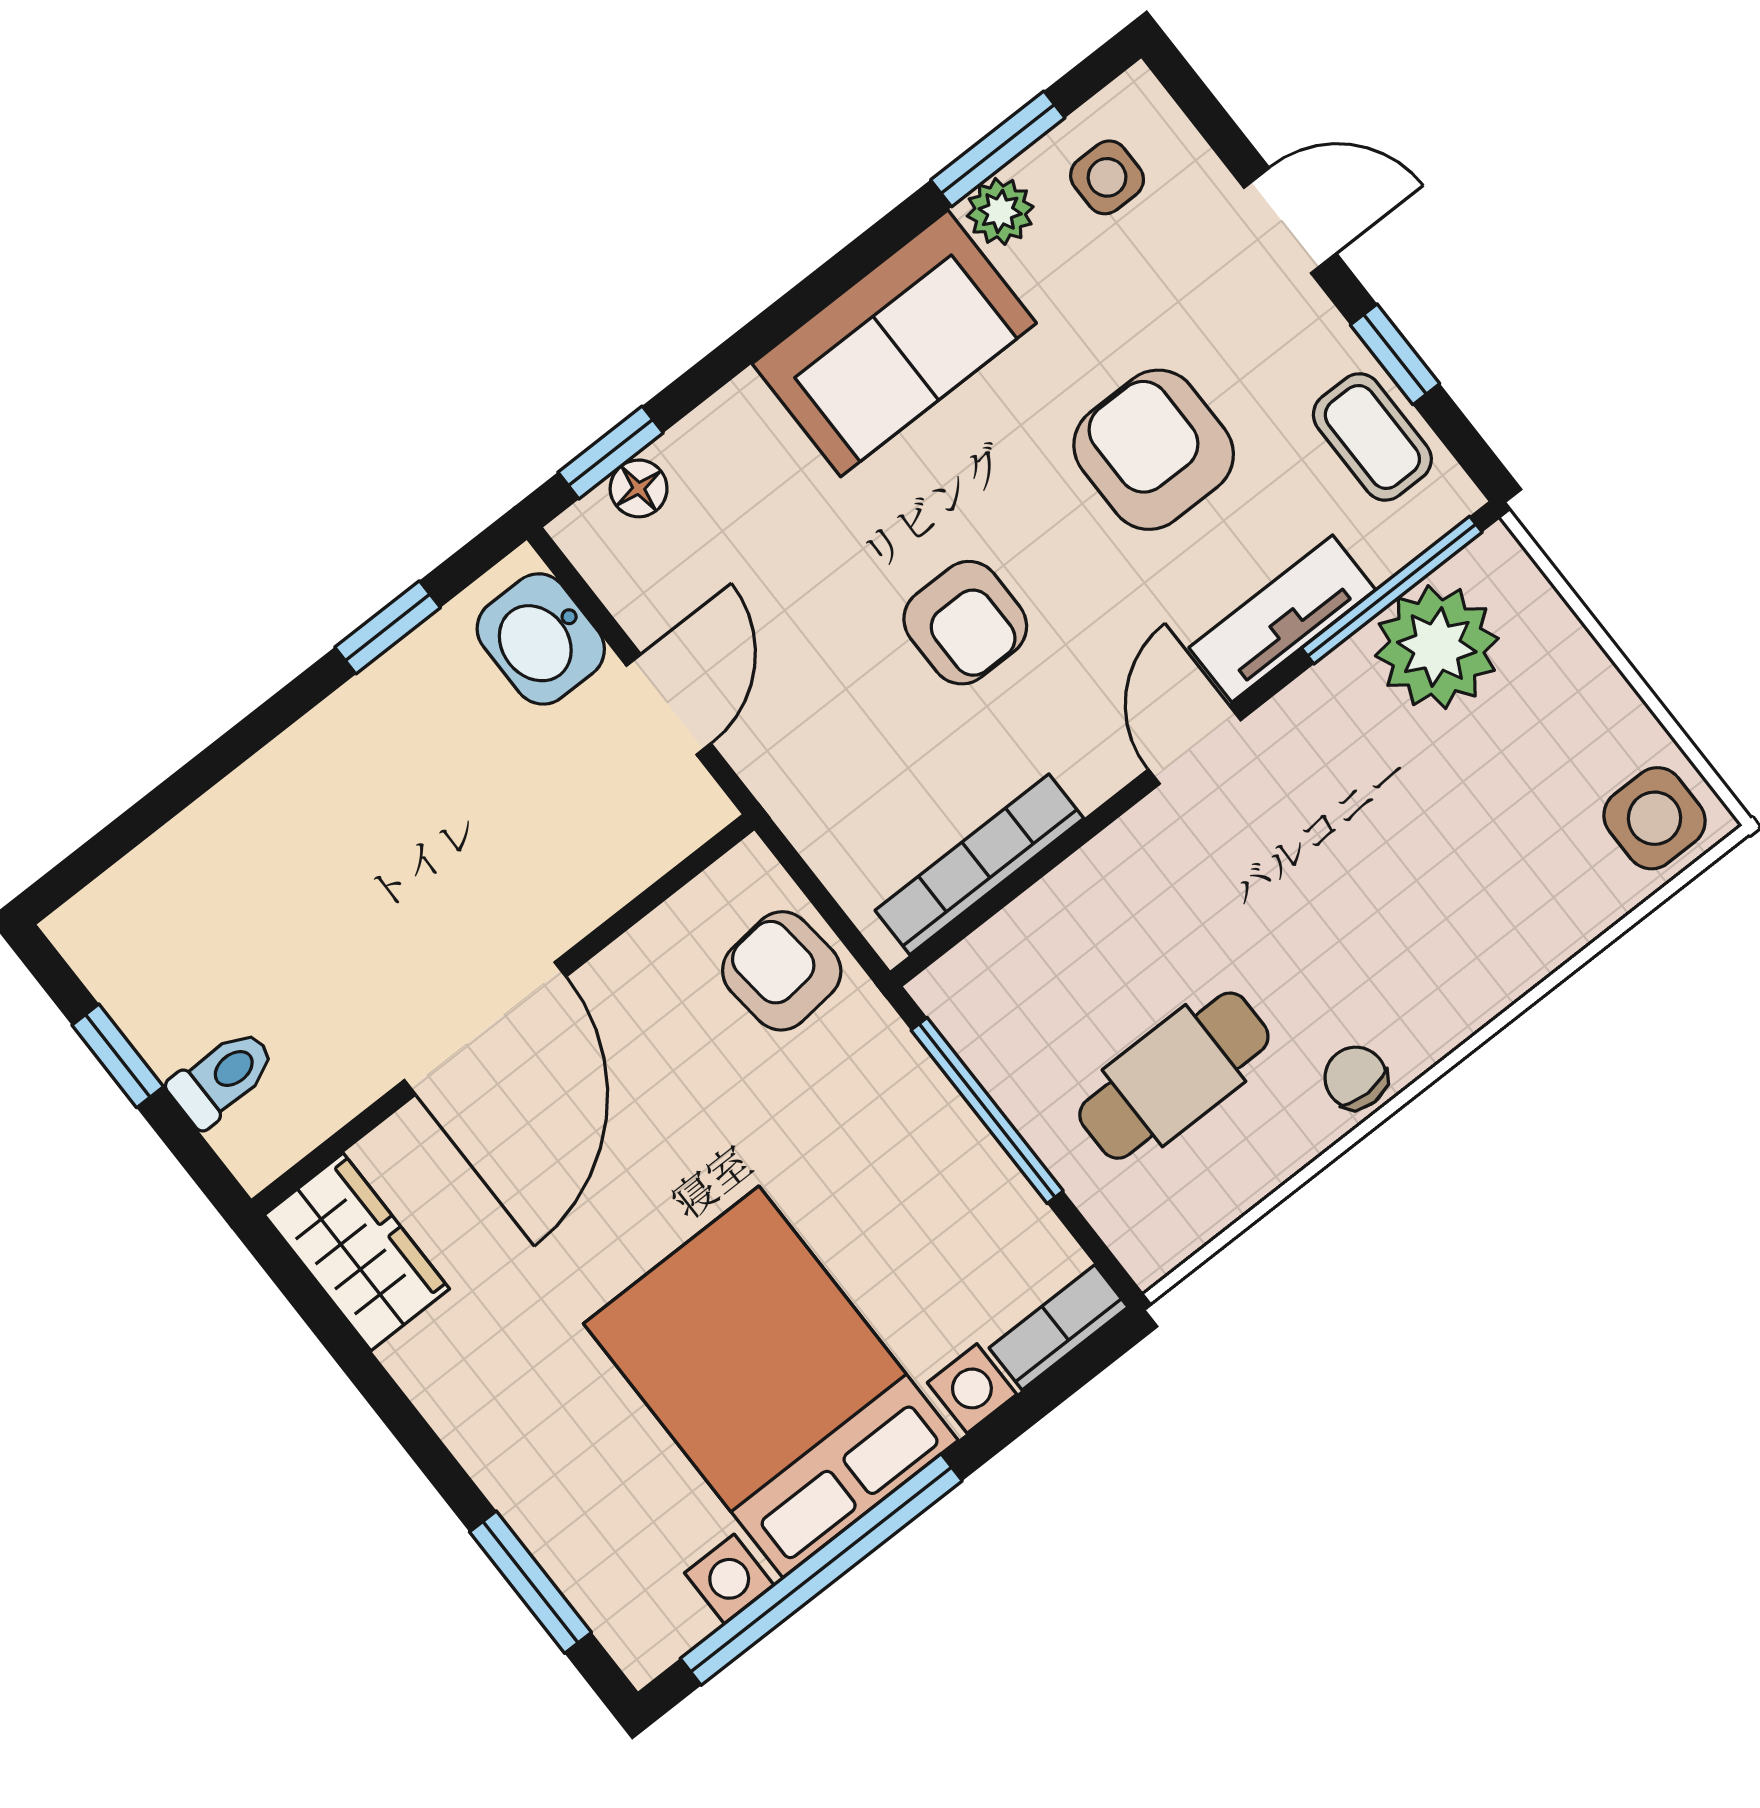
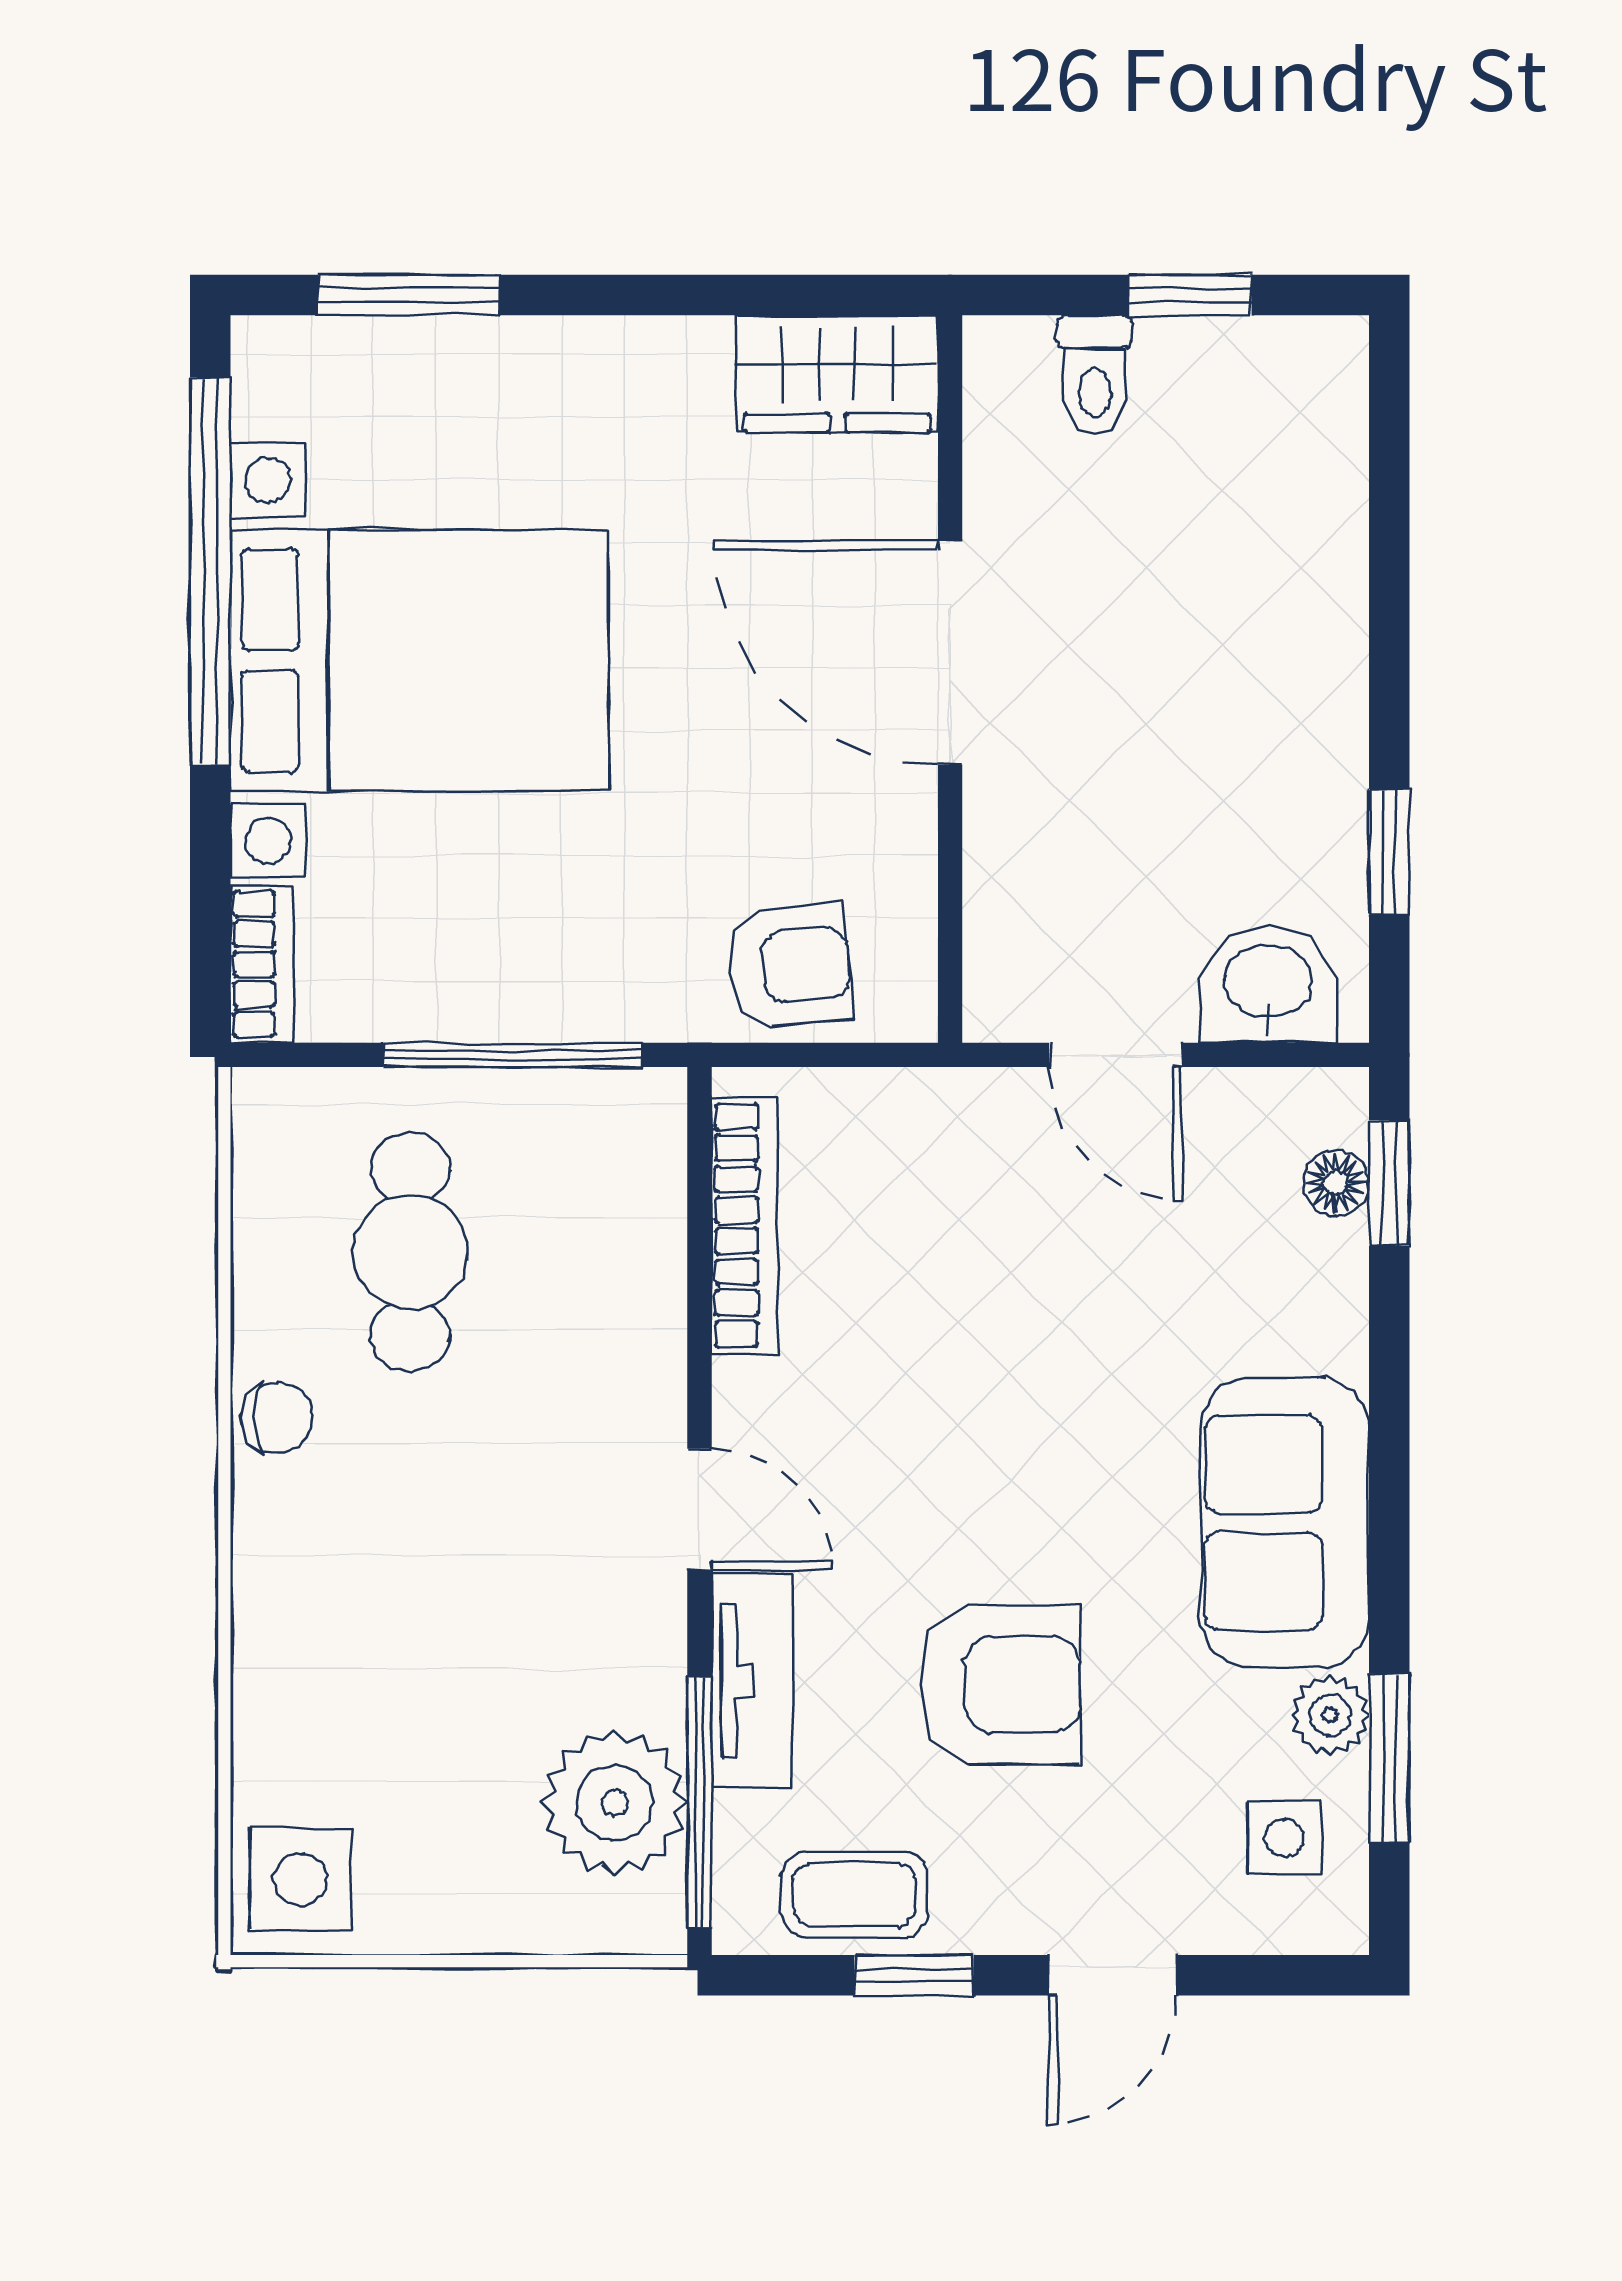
armchair: (965, 623) -> (977, 1387), removed

